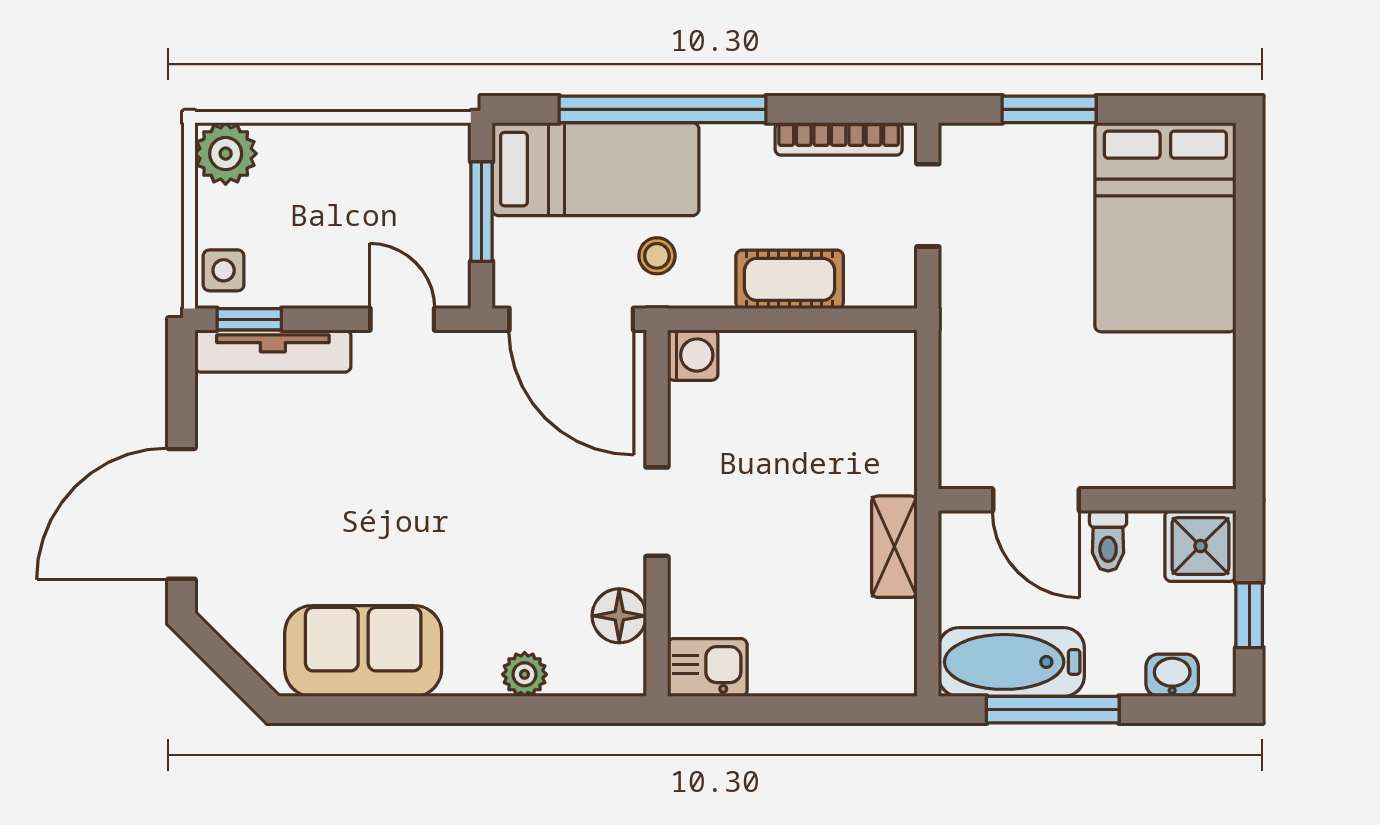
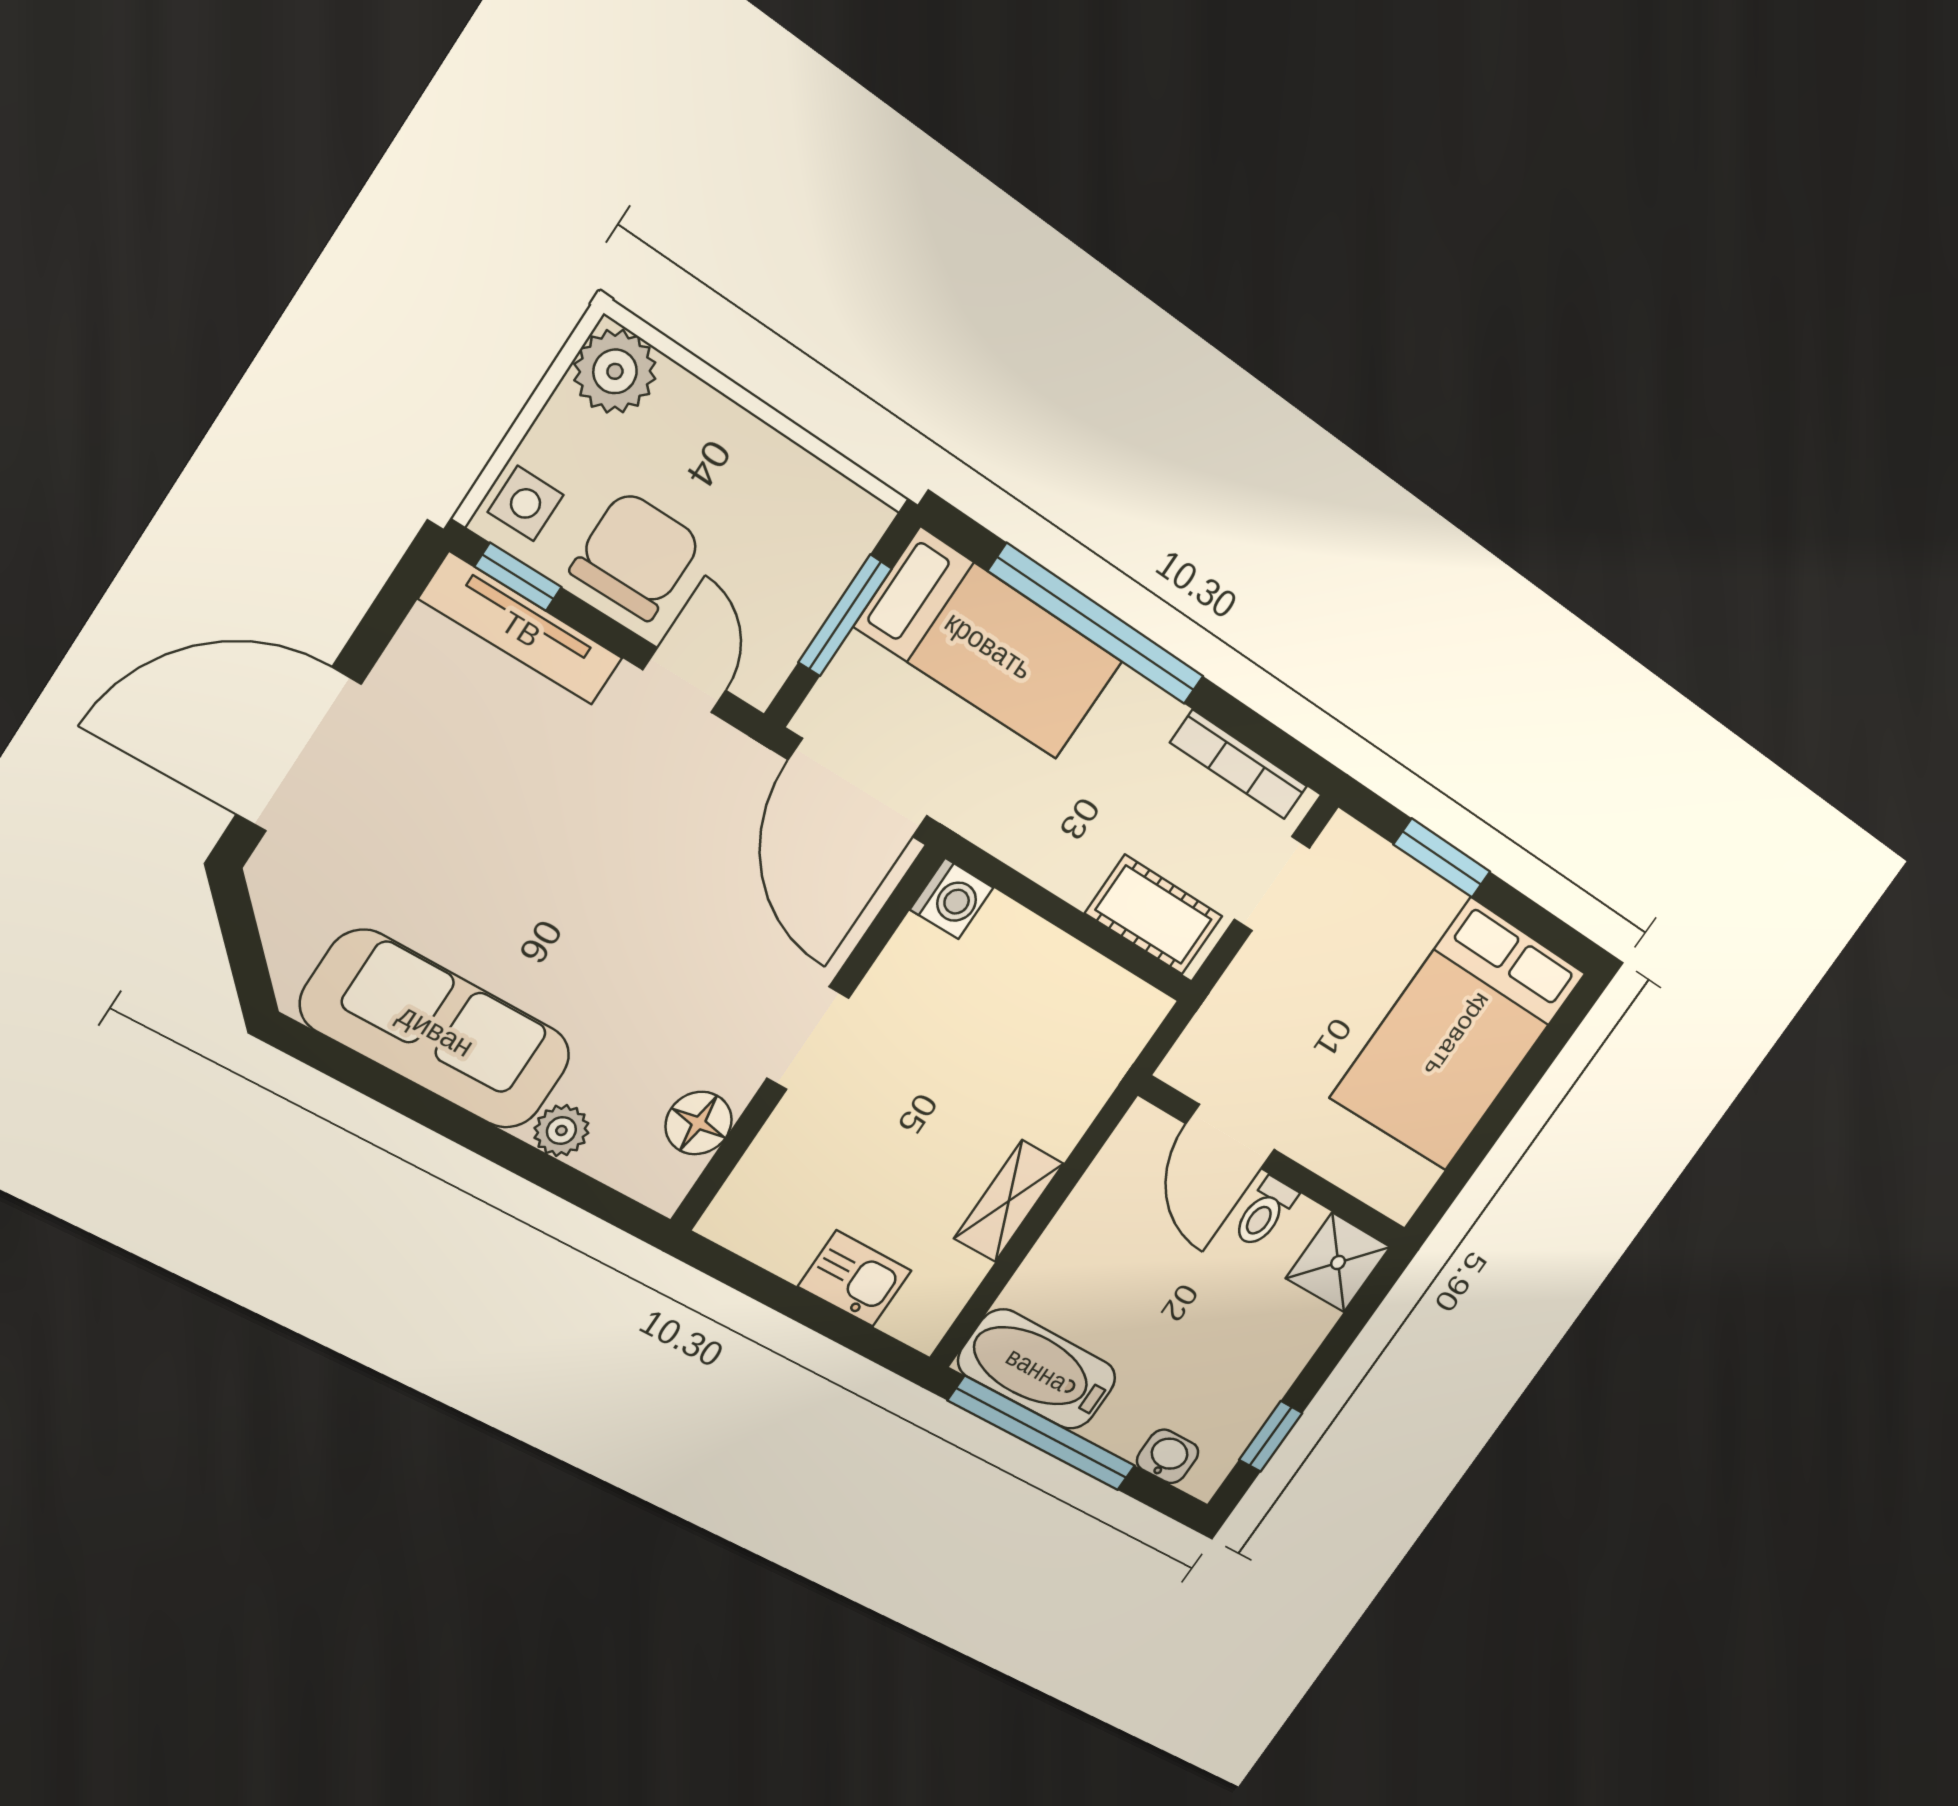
stool: (657, 256) -> (987, 774), removed
chair: (316, 259) -> (636, 556), added
cot: (790, 279) -> (1154, 915), moved
door: (1036, 500) -> (1230, 1137), moved
wall: (1087, 500) -> (1274, 1163), moved
toilet: (1108, 541) -> (1264, 1212), moved
shower: (1200, 546) -> (1338, 1262), moved
sofa: (363, 651) -> (436, 1030), width x1.36
kitchen sink: (707, 667) -> (855, 1279), moved
window: (1053, 710) -> (1042, 1433), width x1.46

